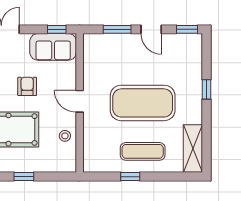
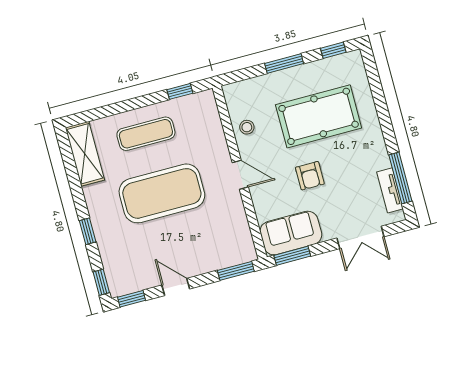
window: (57, 29) -> (292, 256), width x1.50
window: (117, 29) -> (236, 271), moved
window: (206, 48) -> (101, 282), added
window: (24, 177) -> (284, 63), width x1.50
window: (130, 177) -> (180, 91), moved

